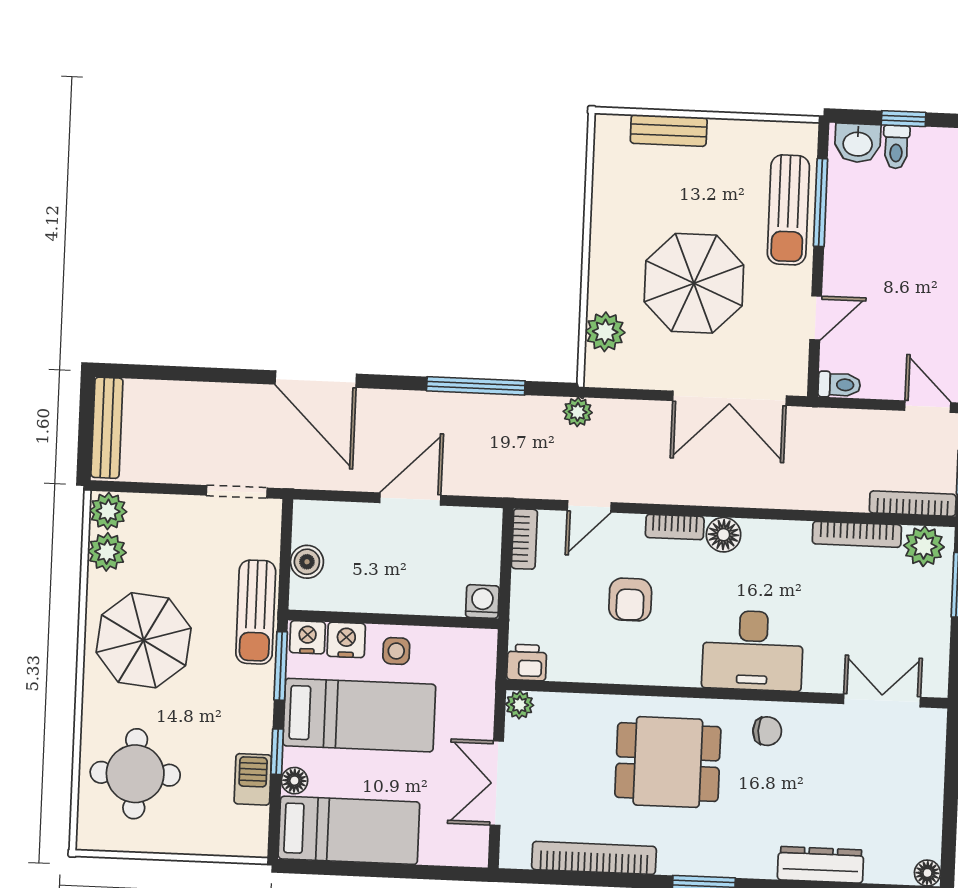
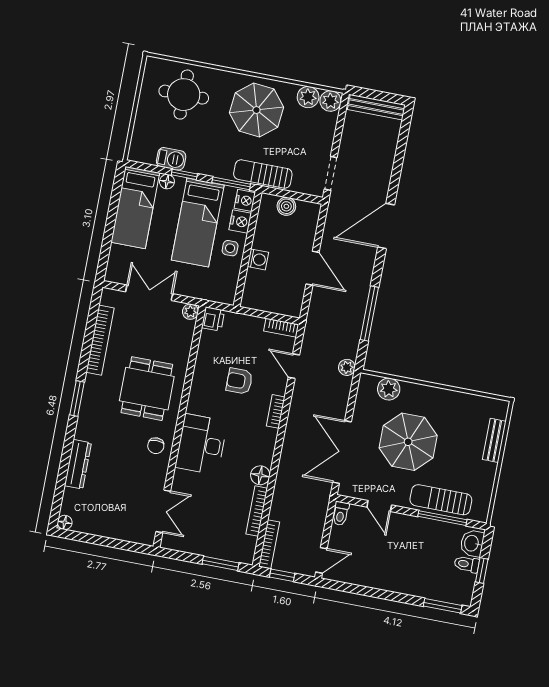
floor lamp: (724, 535) -> (260, 475), moved
plant: (924, 546) -> (245, 547), removed
washing machine: (482, 602) -> (258, 259), moved

